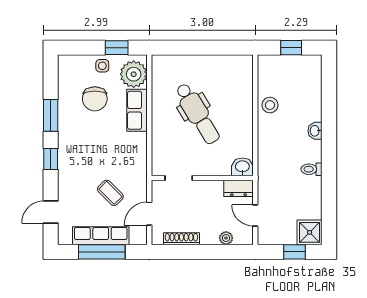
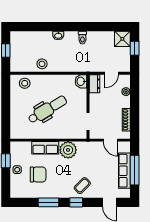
plant: (134, 74) -> (68, 150), moved
stool: (239, 78) -> (25, 83), added
coffee table: (110, 193) -> (82, 186), moved

